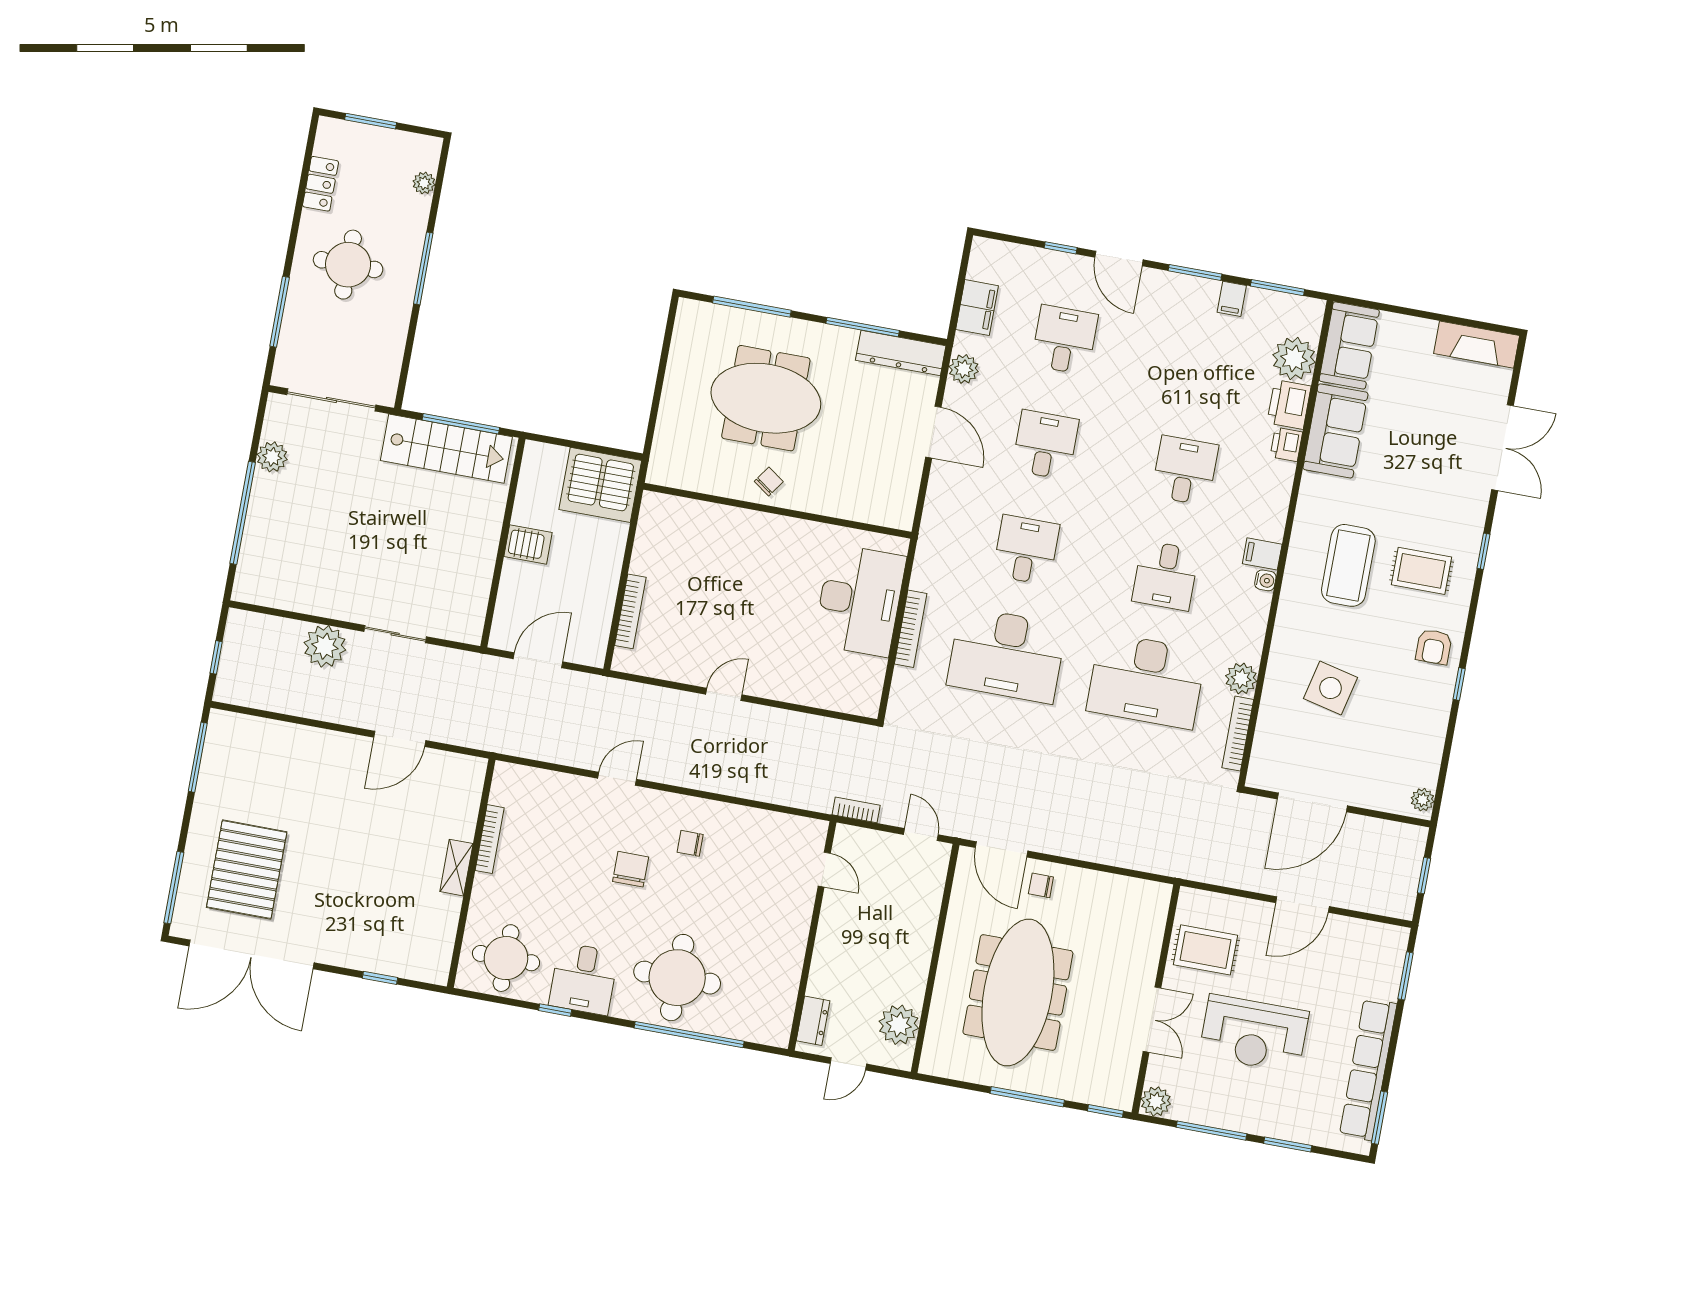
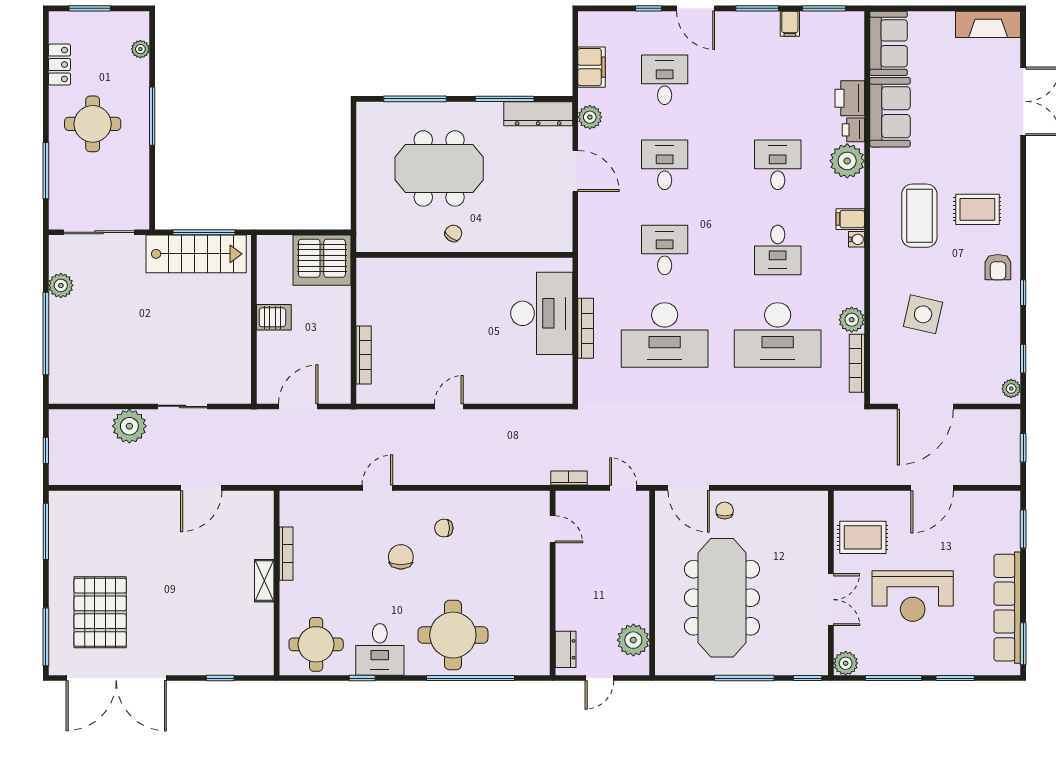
plant: (1294, 359) -> (847, 161), moved
window: (1484, 551) -> (1023, 359), moved
chair: (1041, 885) -> (725, 511), turned 90

